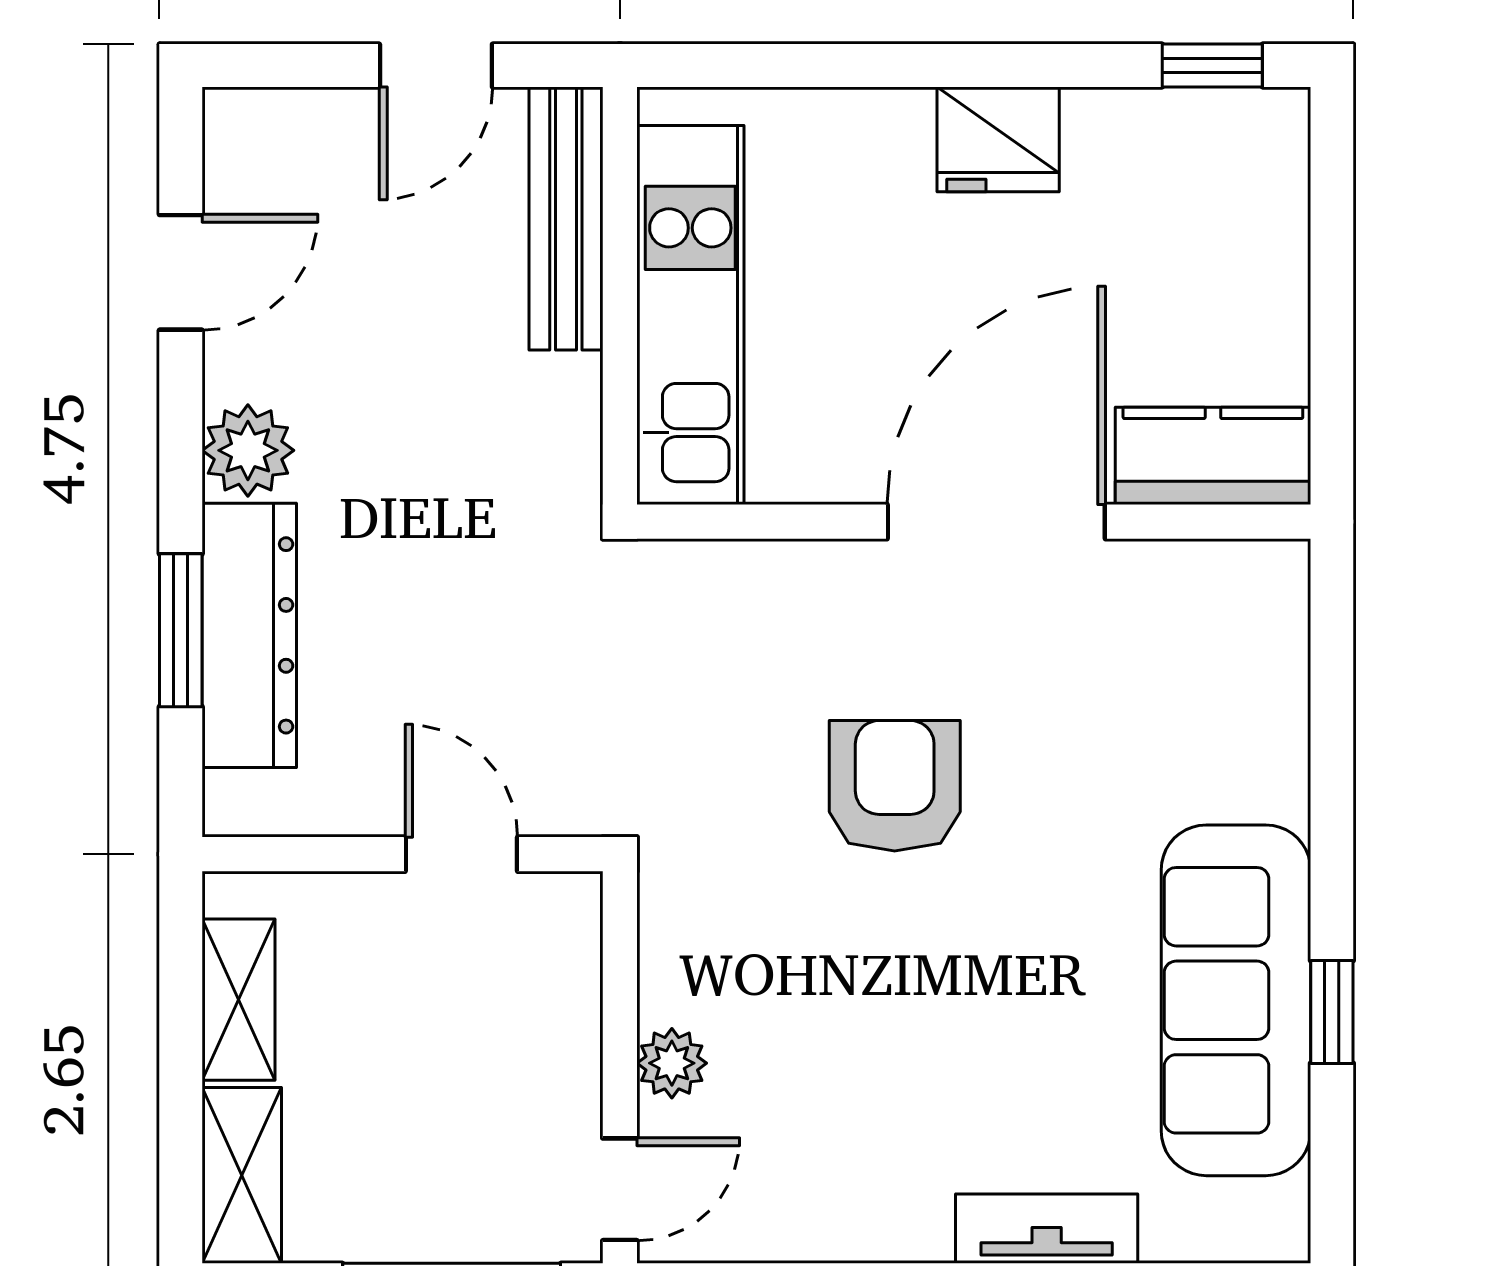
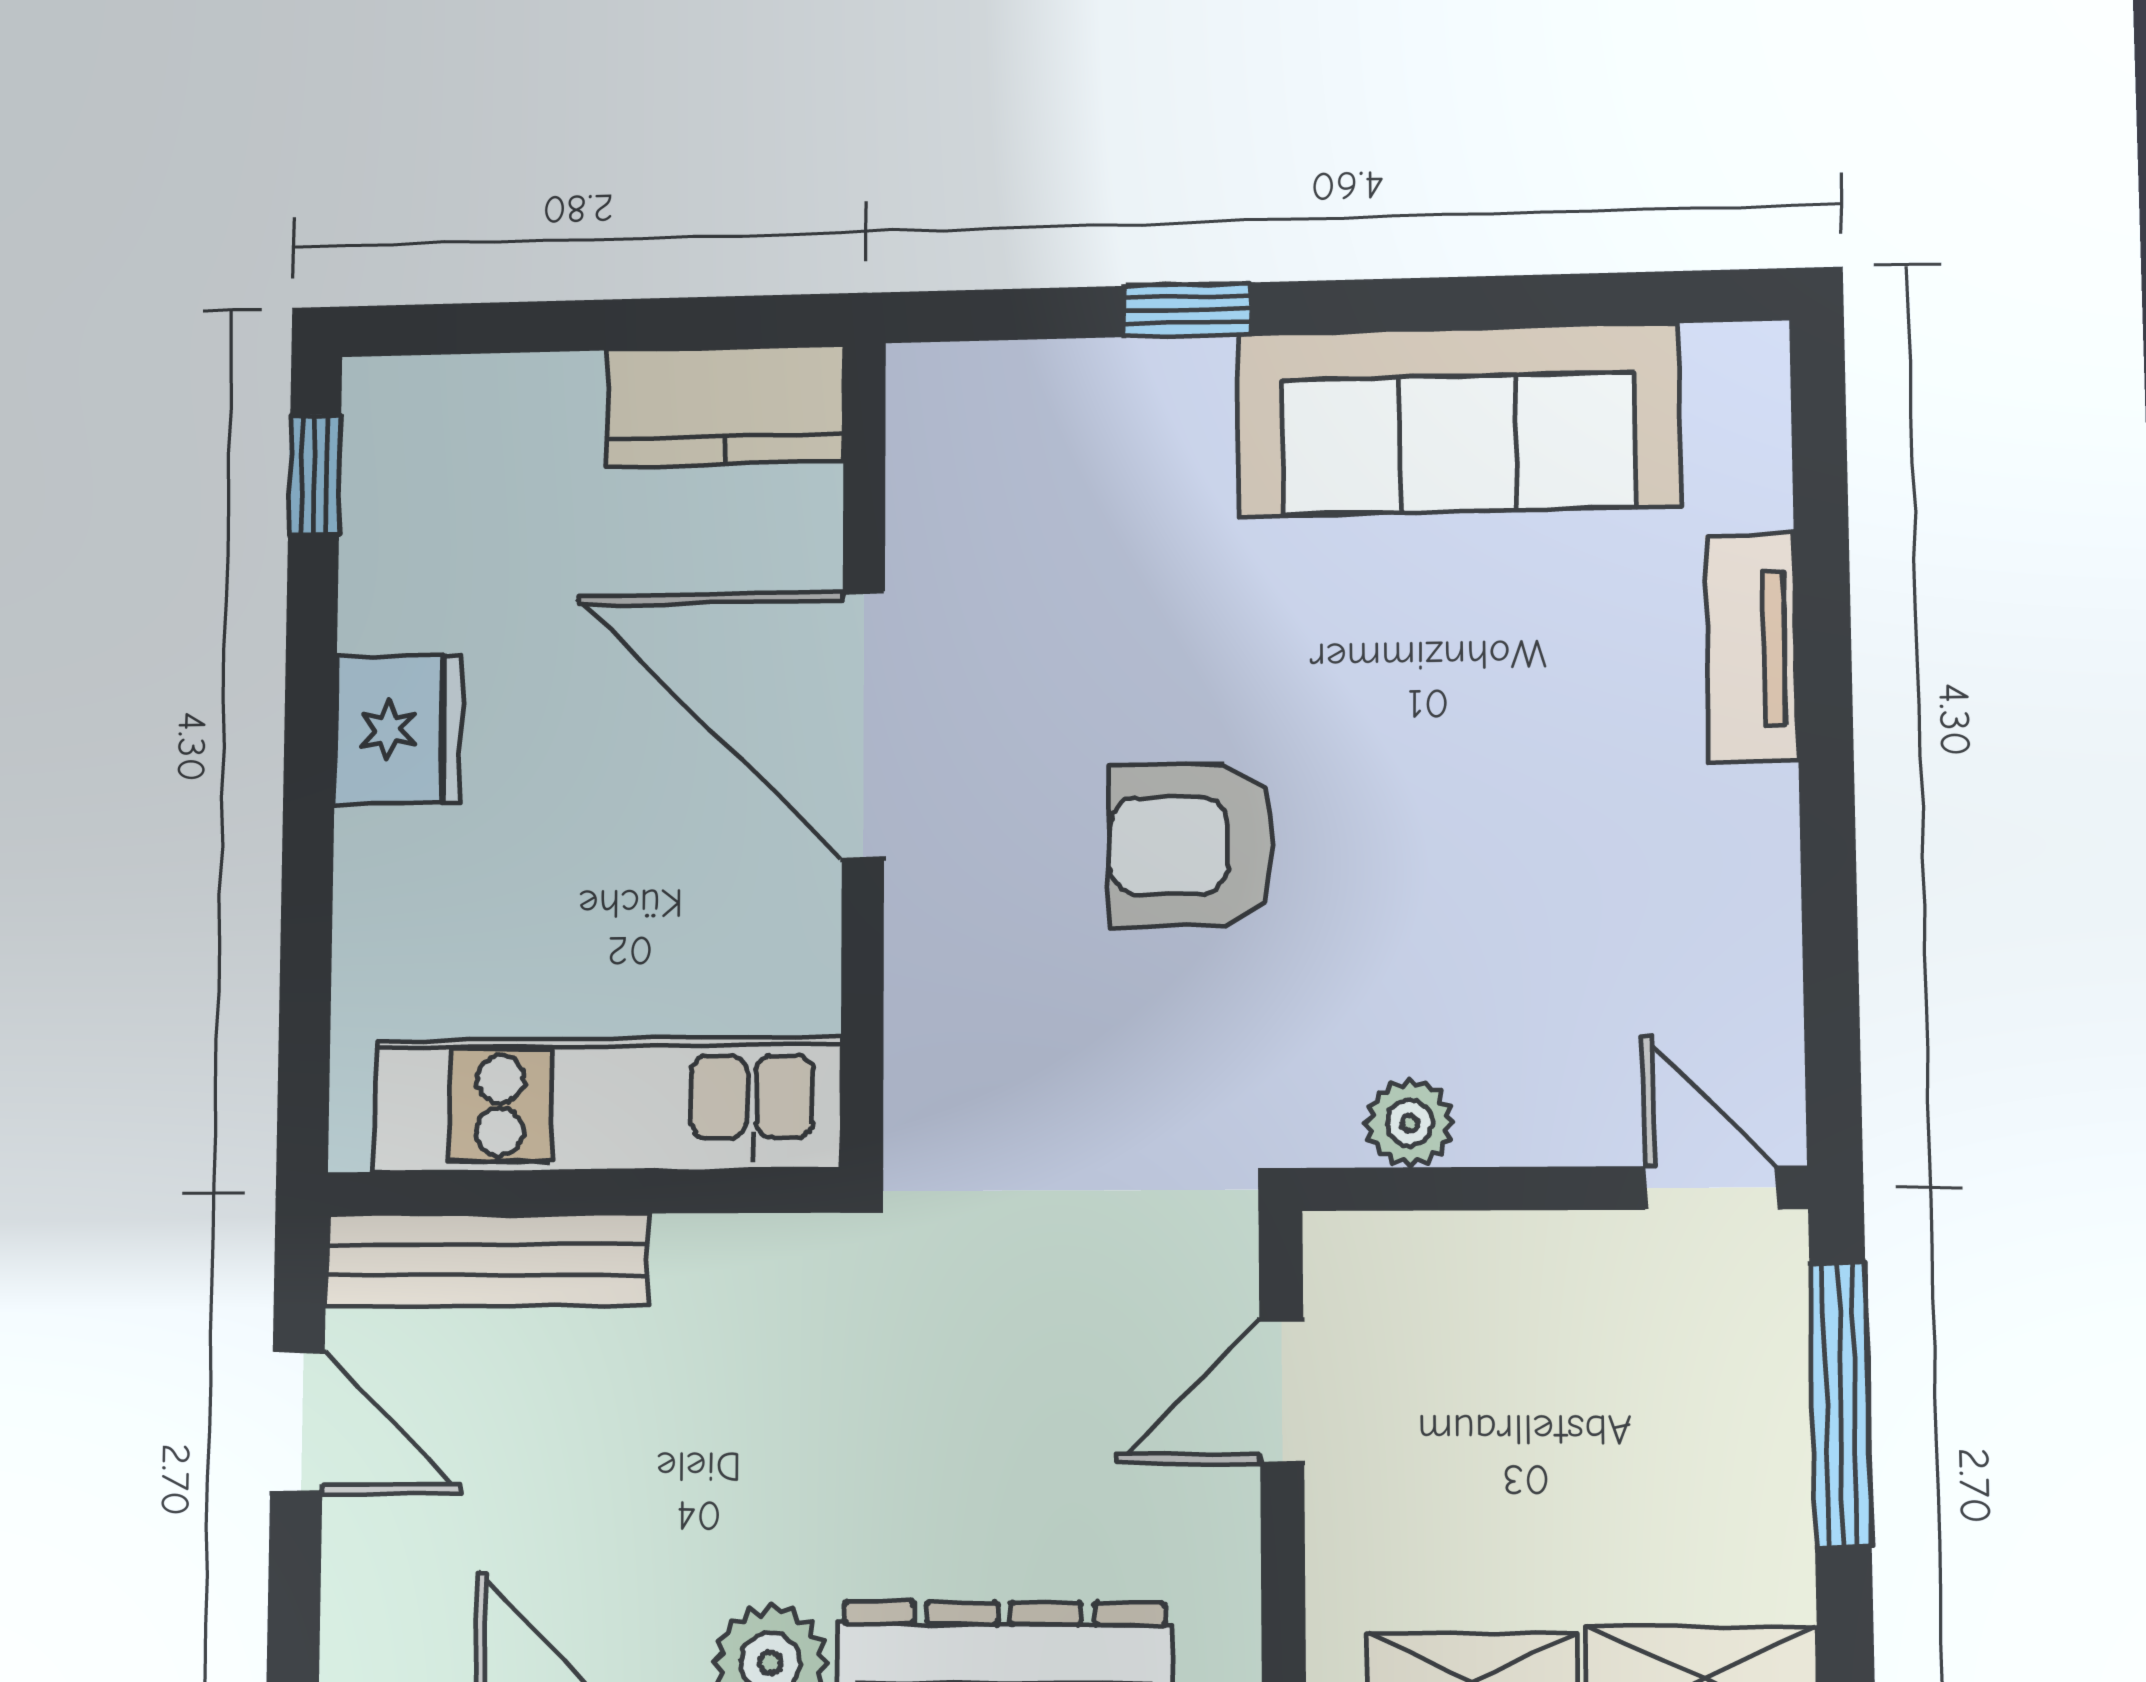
kitchen counter: (1213, 456) -> (725, 406), moved, turned -90
window: (1332, 1012) -> (1188, 310), moved
plant: (672, 1063) -> (1410, 1123), moved

